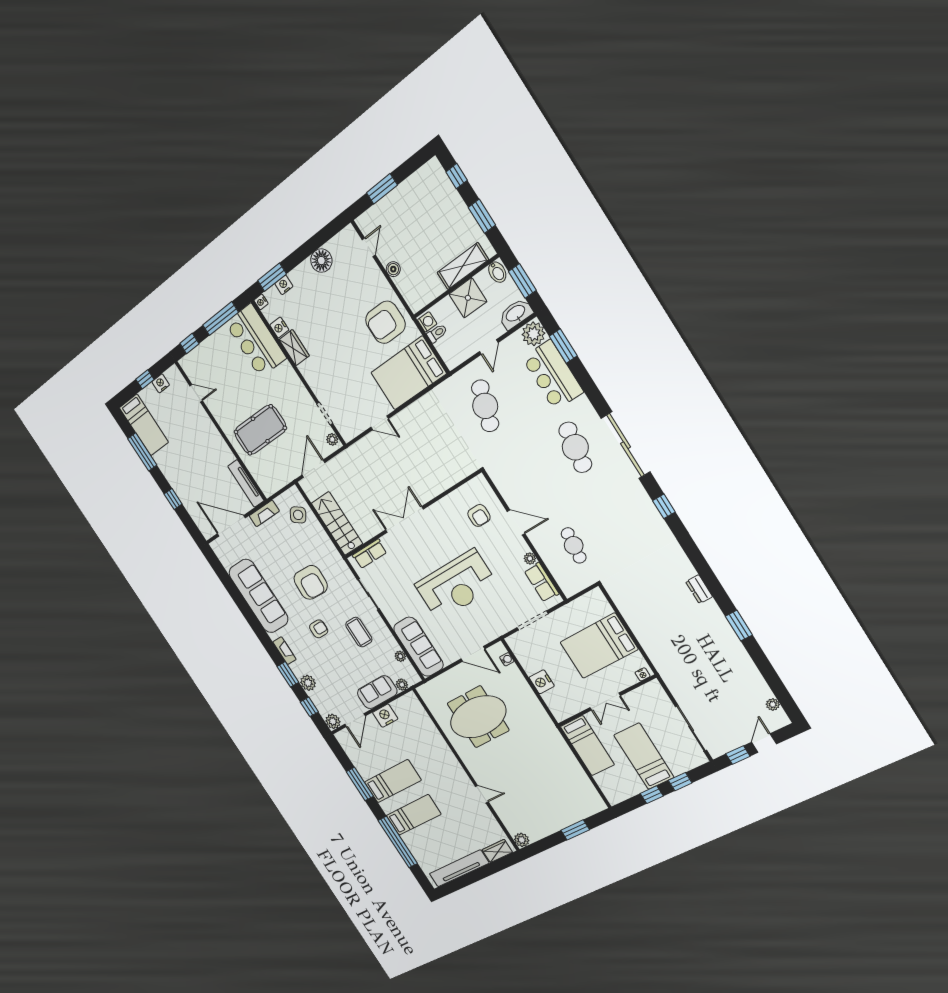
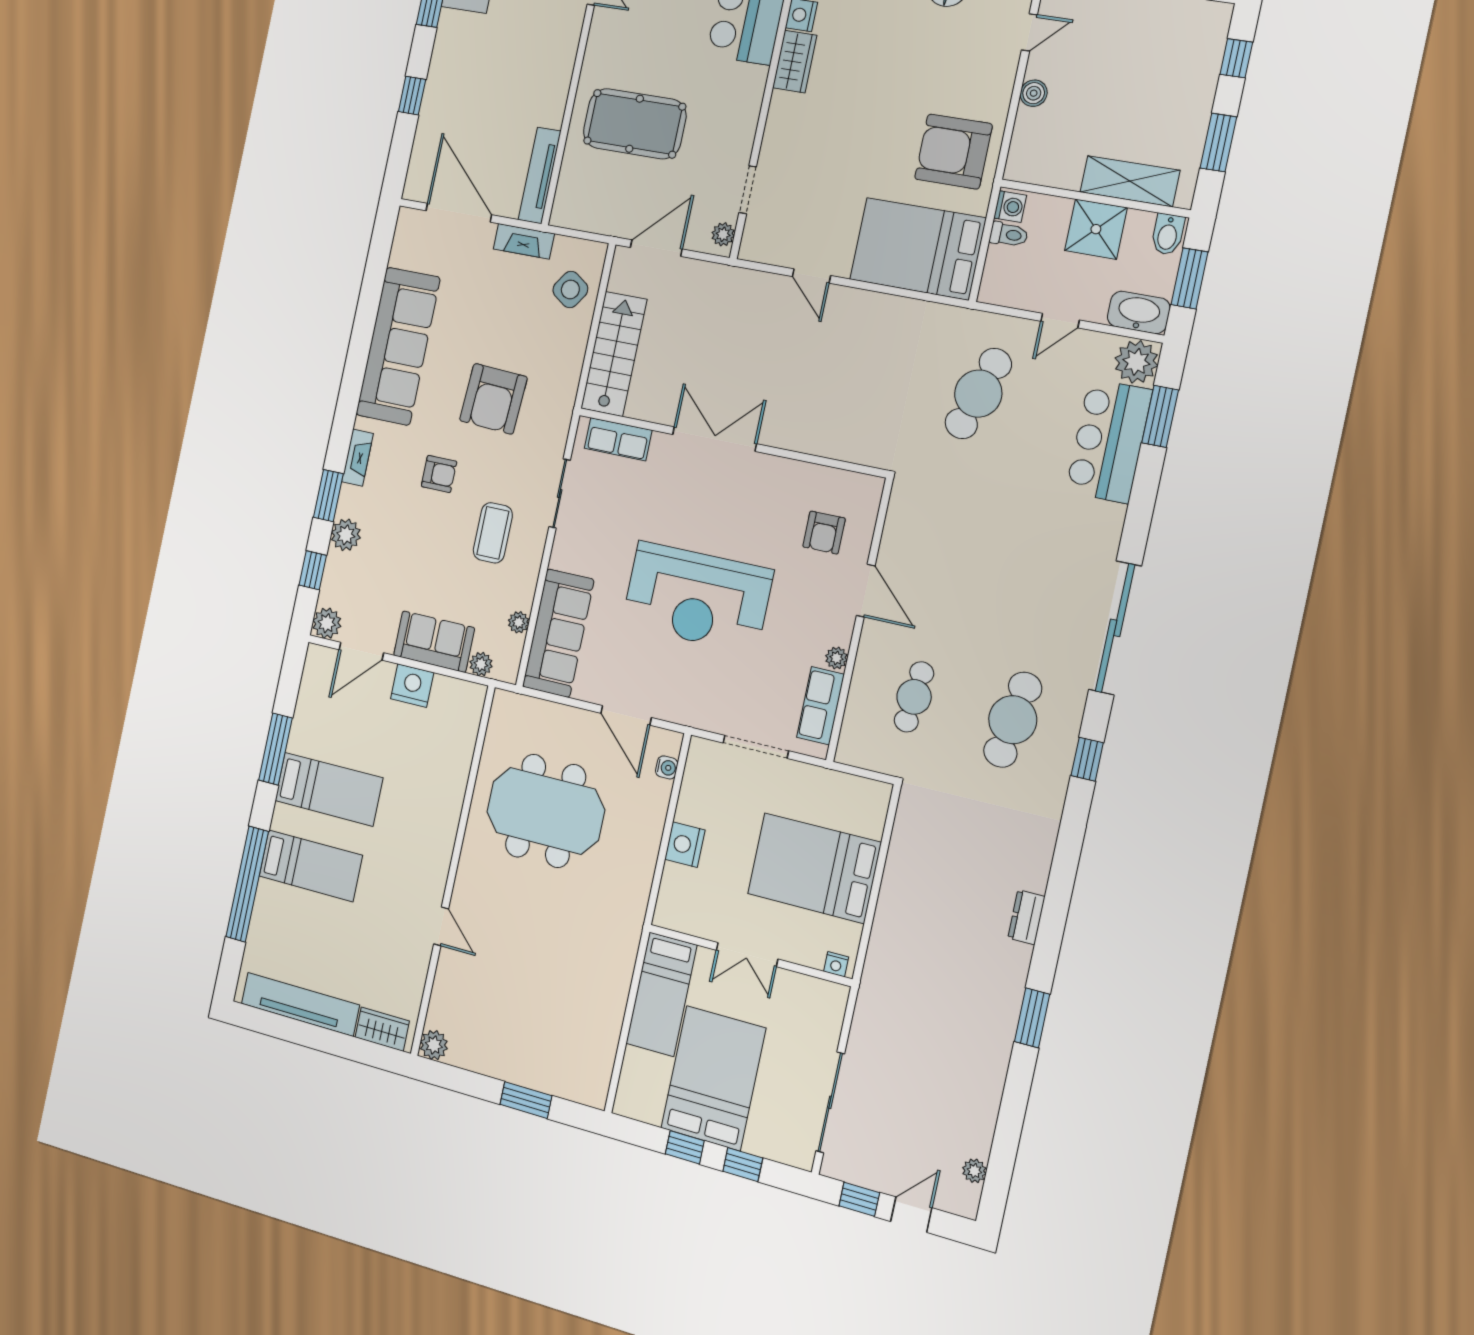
cafe table: (575, 447) -> (1013, 720), moved
bed: (644, 756) -> (713, 1078), width x1.50

